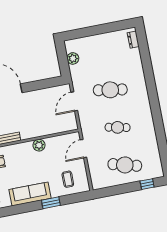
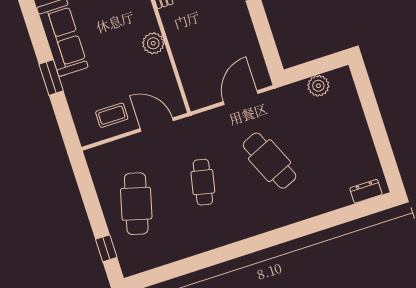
cafe table: (110, 90) -> (270, 161), turned -33
door: (74, 101) -> (241, 98), hinge flipped
coffee table: (68, 179) -> (112, 115), moved

